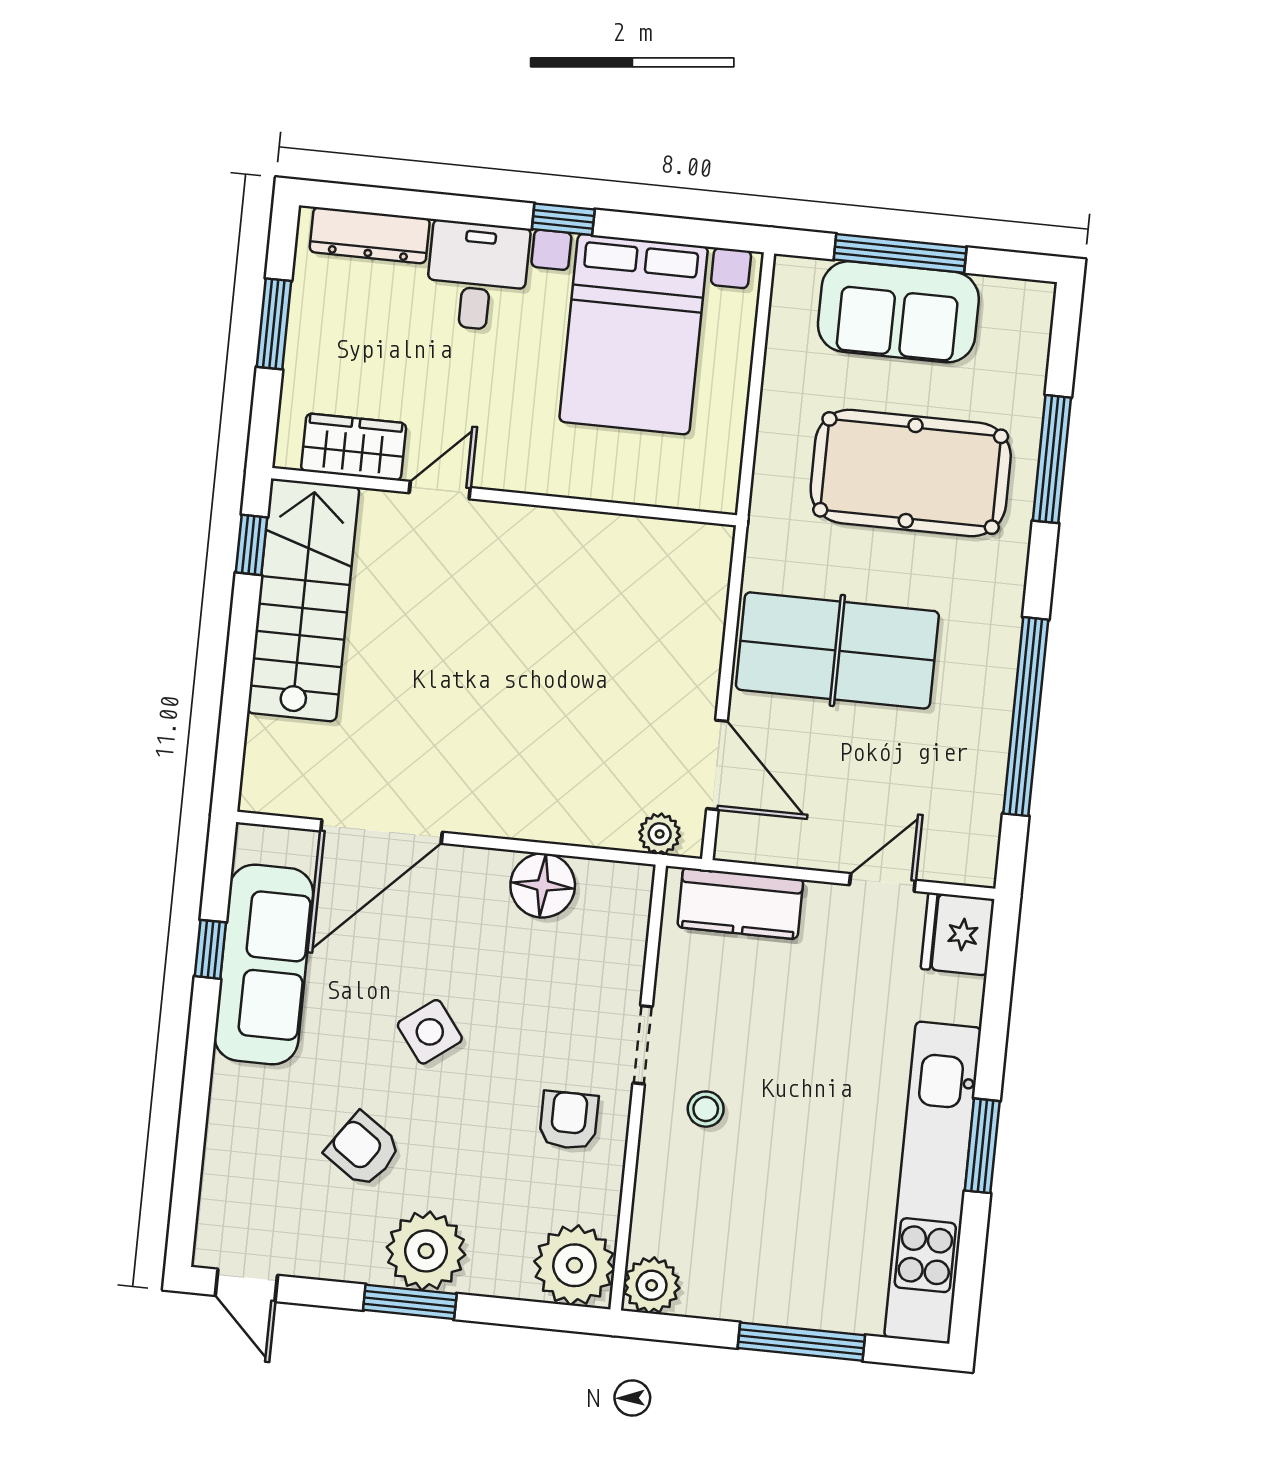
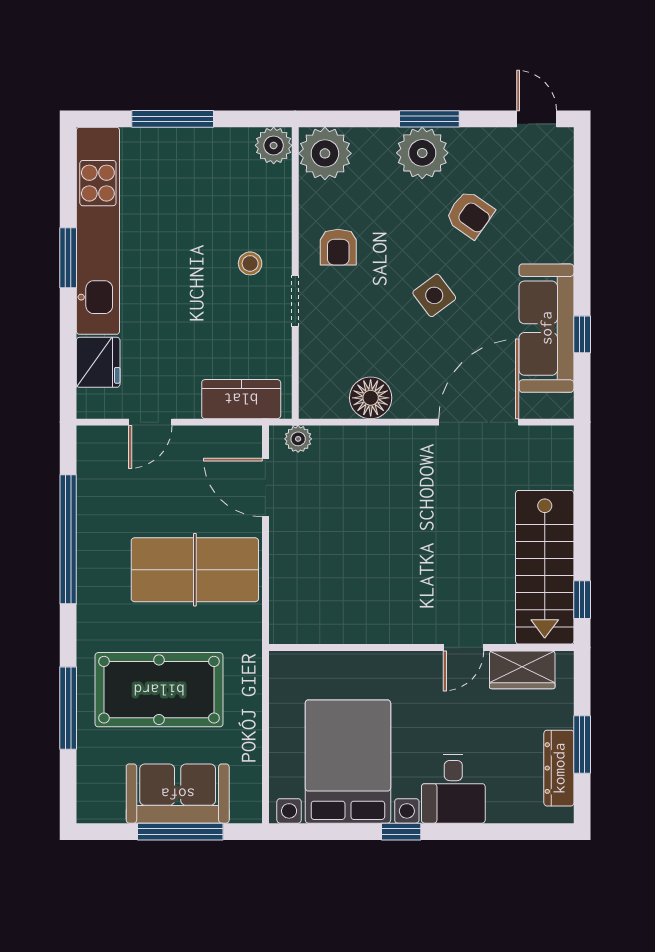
dresser: (370, 235) -> (559, 768), moved, turned -90
fridge: (958, 934) -> (98, 362), moved

